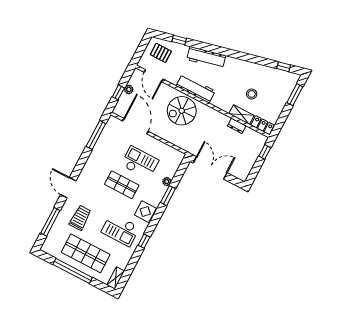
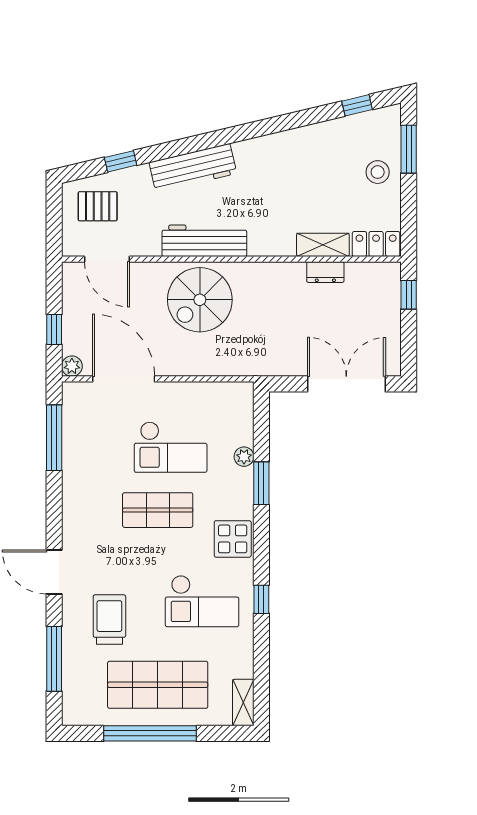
plant: (129, 89) -> (72, 366), moved
stool: (252, 94) -> (378, 172), moved
checkout: (140, 163) -> (171, 447), turned 180
double door: (210, 168) -> (346, 384), moved

